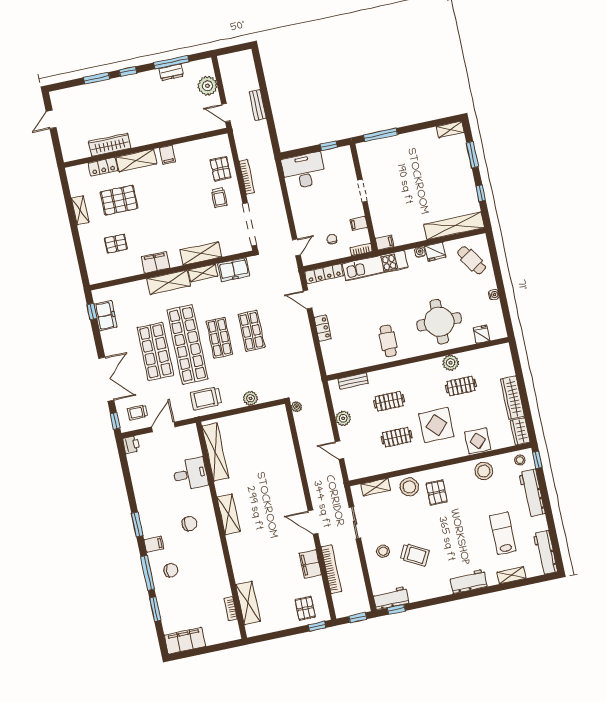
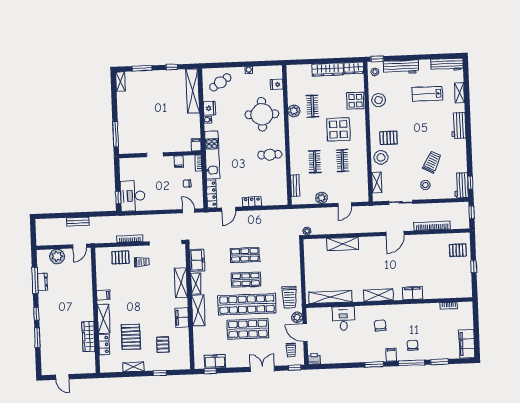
window: (329, 146) -> (118, 197), moved
window: (78, 246) -> (160, 373), added
double door: (106, 379) -> (262, 369), width x0.73
plant: (250, 398) -> (297, 317), moved
filing cabinet: (310, 564) -> (413, 293), moved, turned 180
shelving: (248, 603) -> (343, 244), moved
window: (317, 626) -> (474, 267), moved

